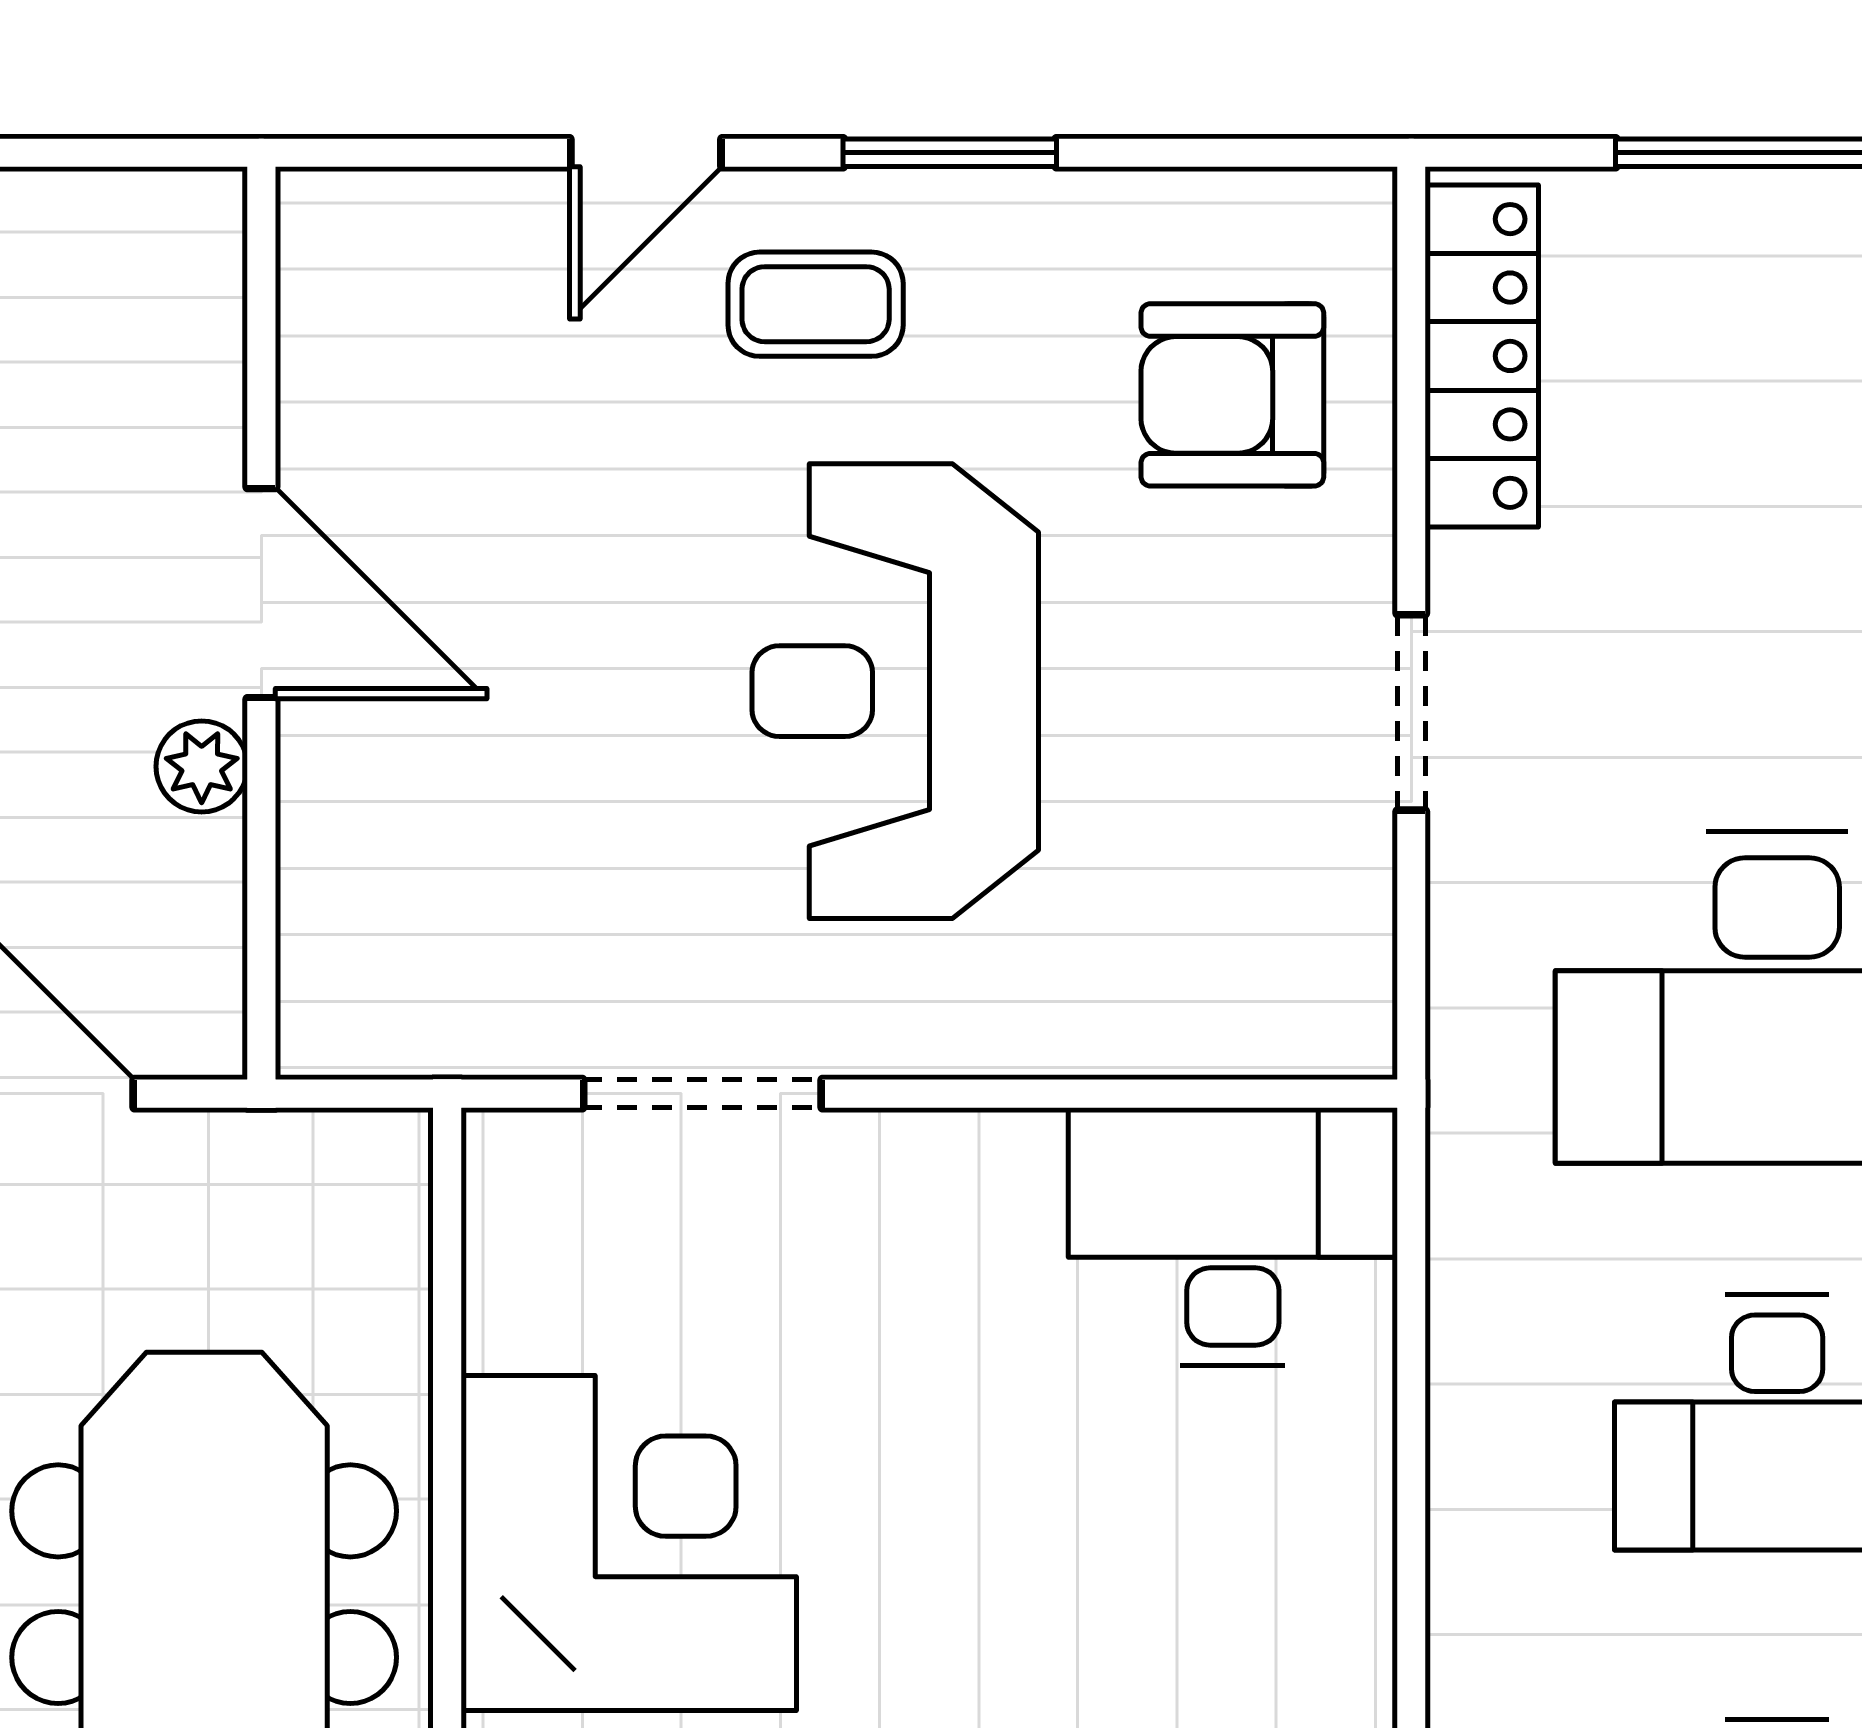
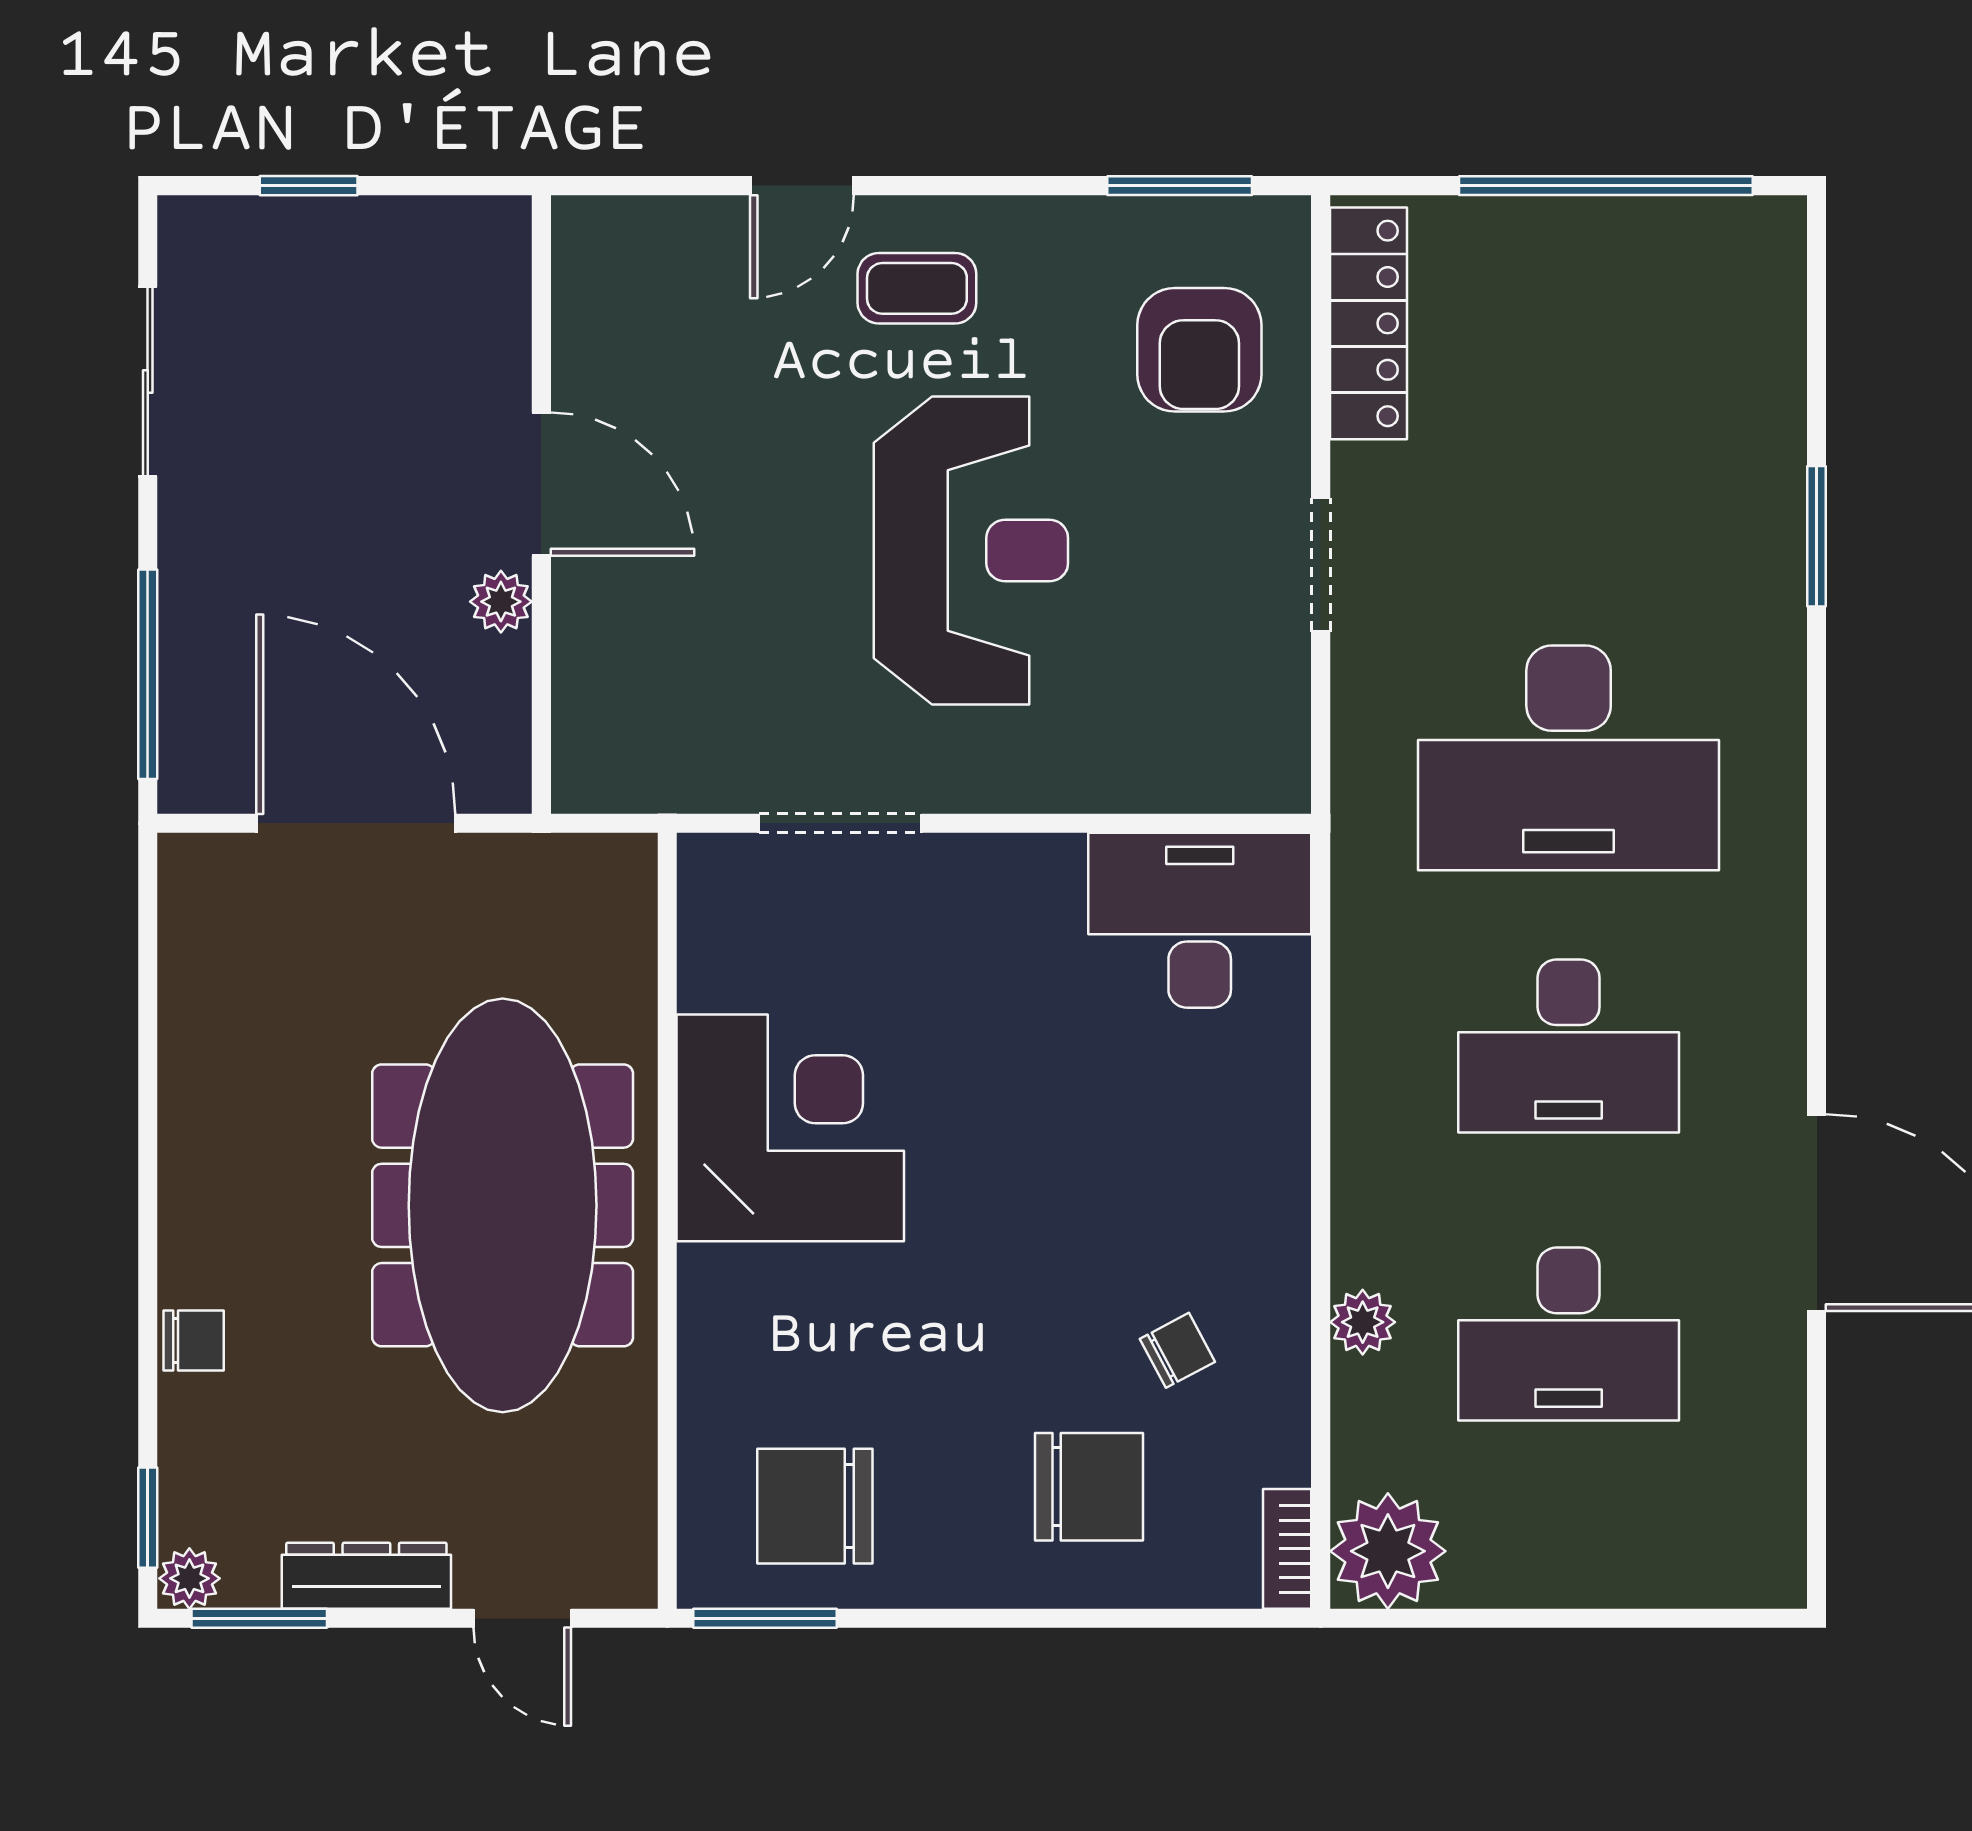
window: (950, 153) -> (1180, 186), moved
armchair: (1232, 395) -> (1199, 350), turned -90
reception desk: (895, 691) -> (971, 551), turned 180

